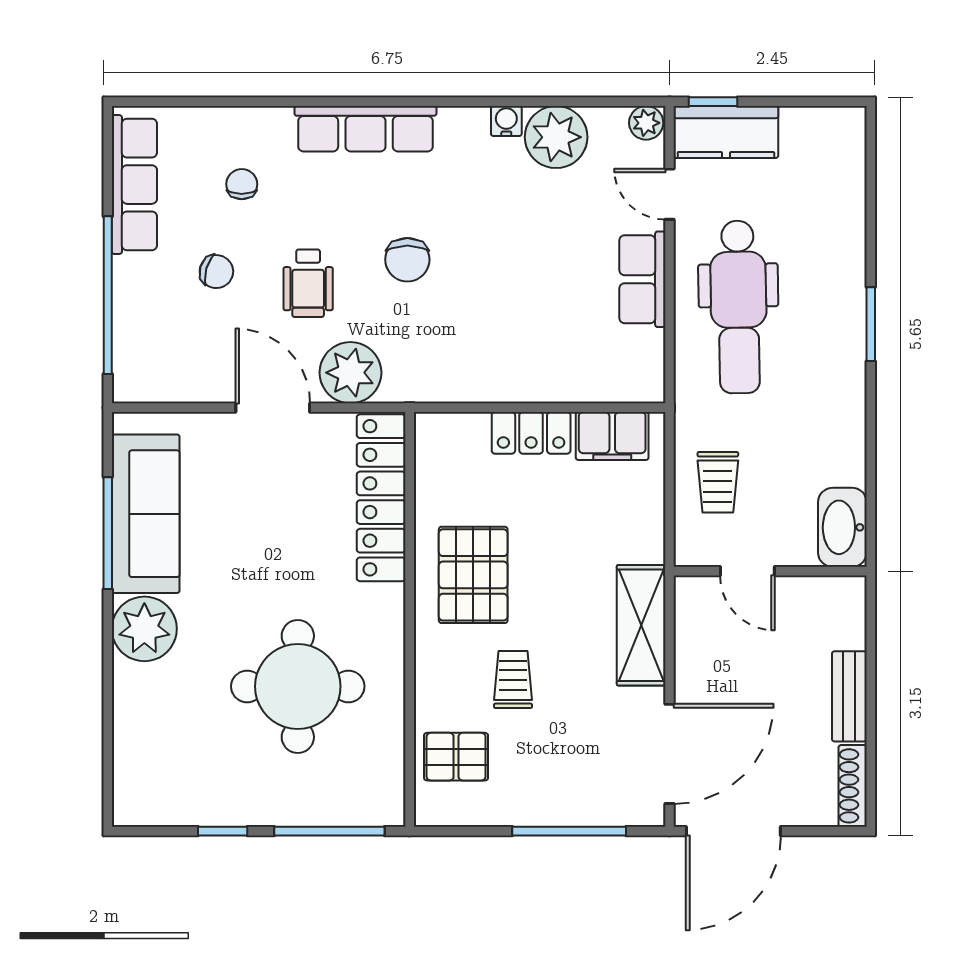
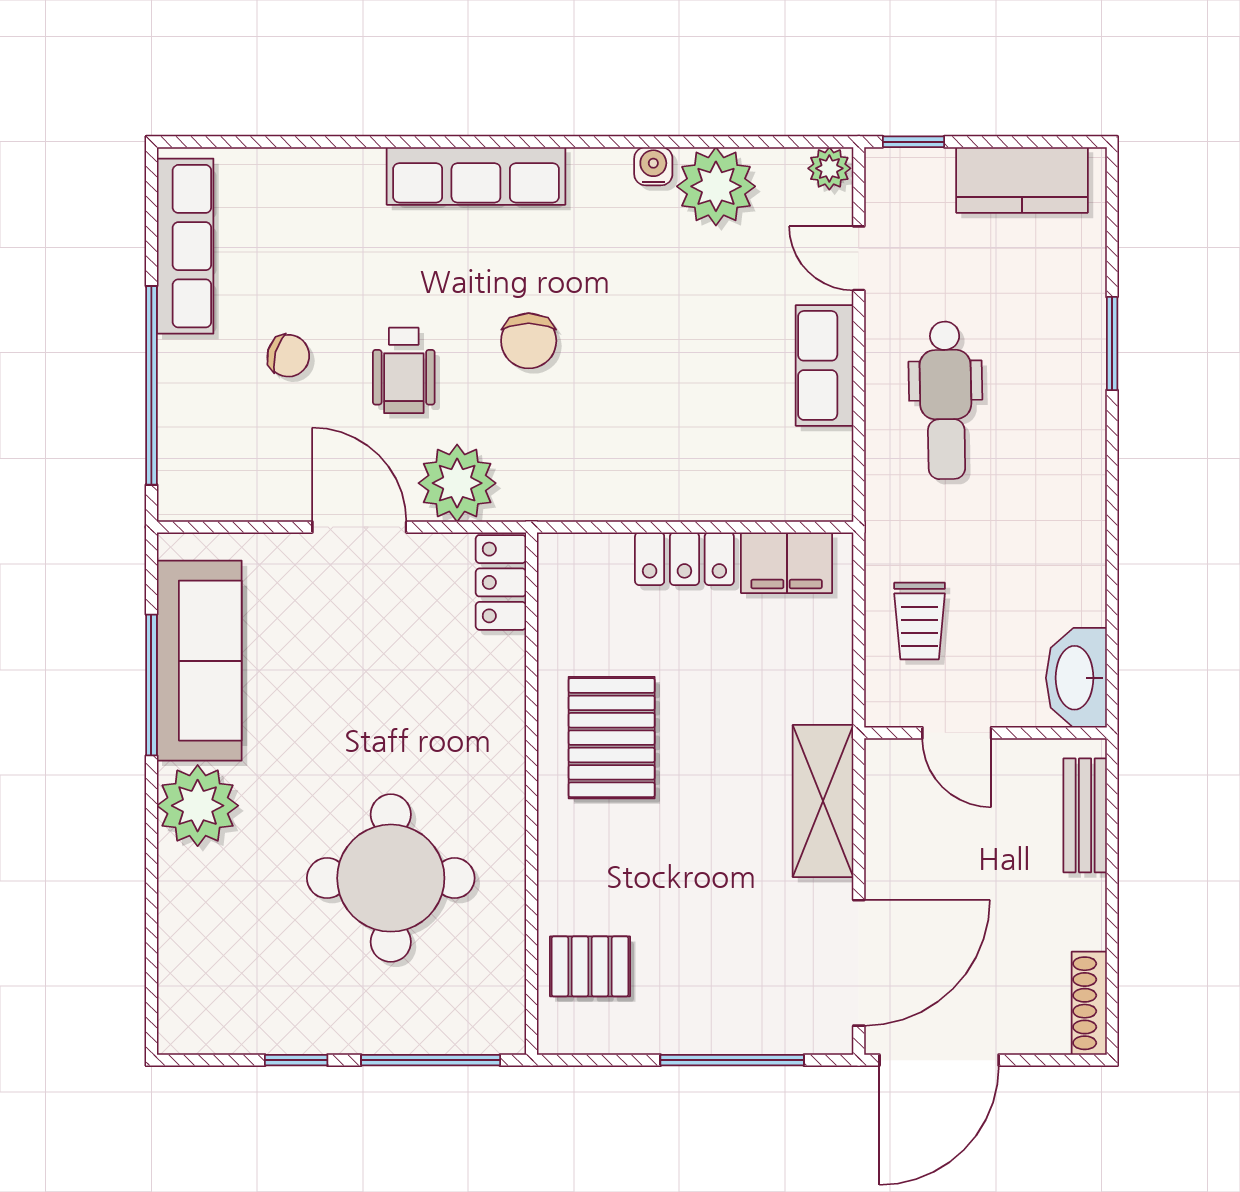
kitchen counter: (726, 132) -> (1022, 180), moved
chair: (242, 184) -> (320, 246), removed
dental chair: (739, 307) -> (946, 400), width x0.73, depth x0.72
window: (871, 324) -> (1112, 344), moved
locker: (381, 498) -> (501, 582), width x0.46, depth x0.83
trolley: (513, 679) -> (662, 869), removed
bench: (849, 696) -> (1085, 815), moved

